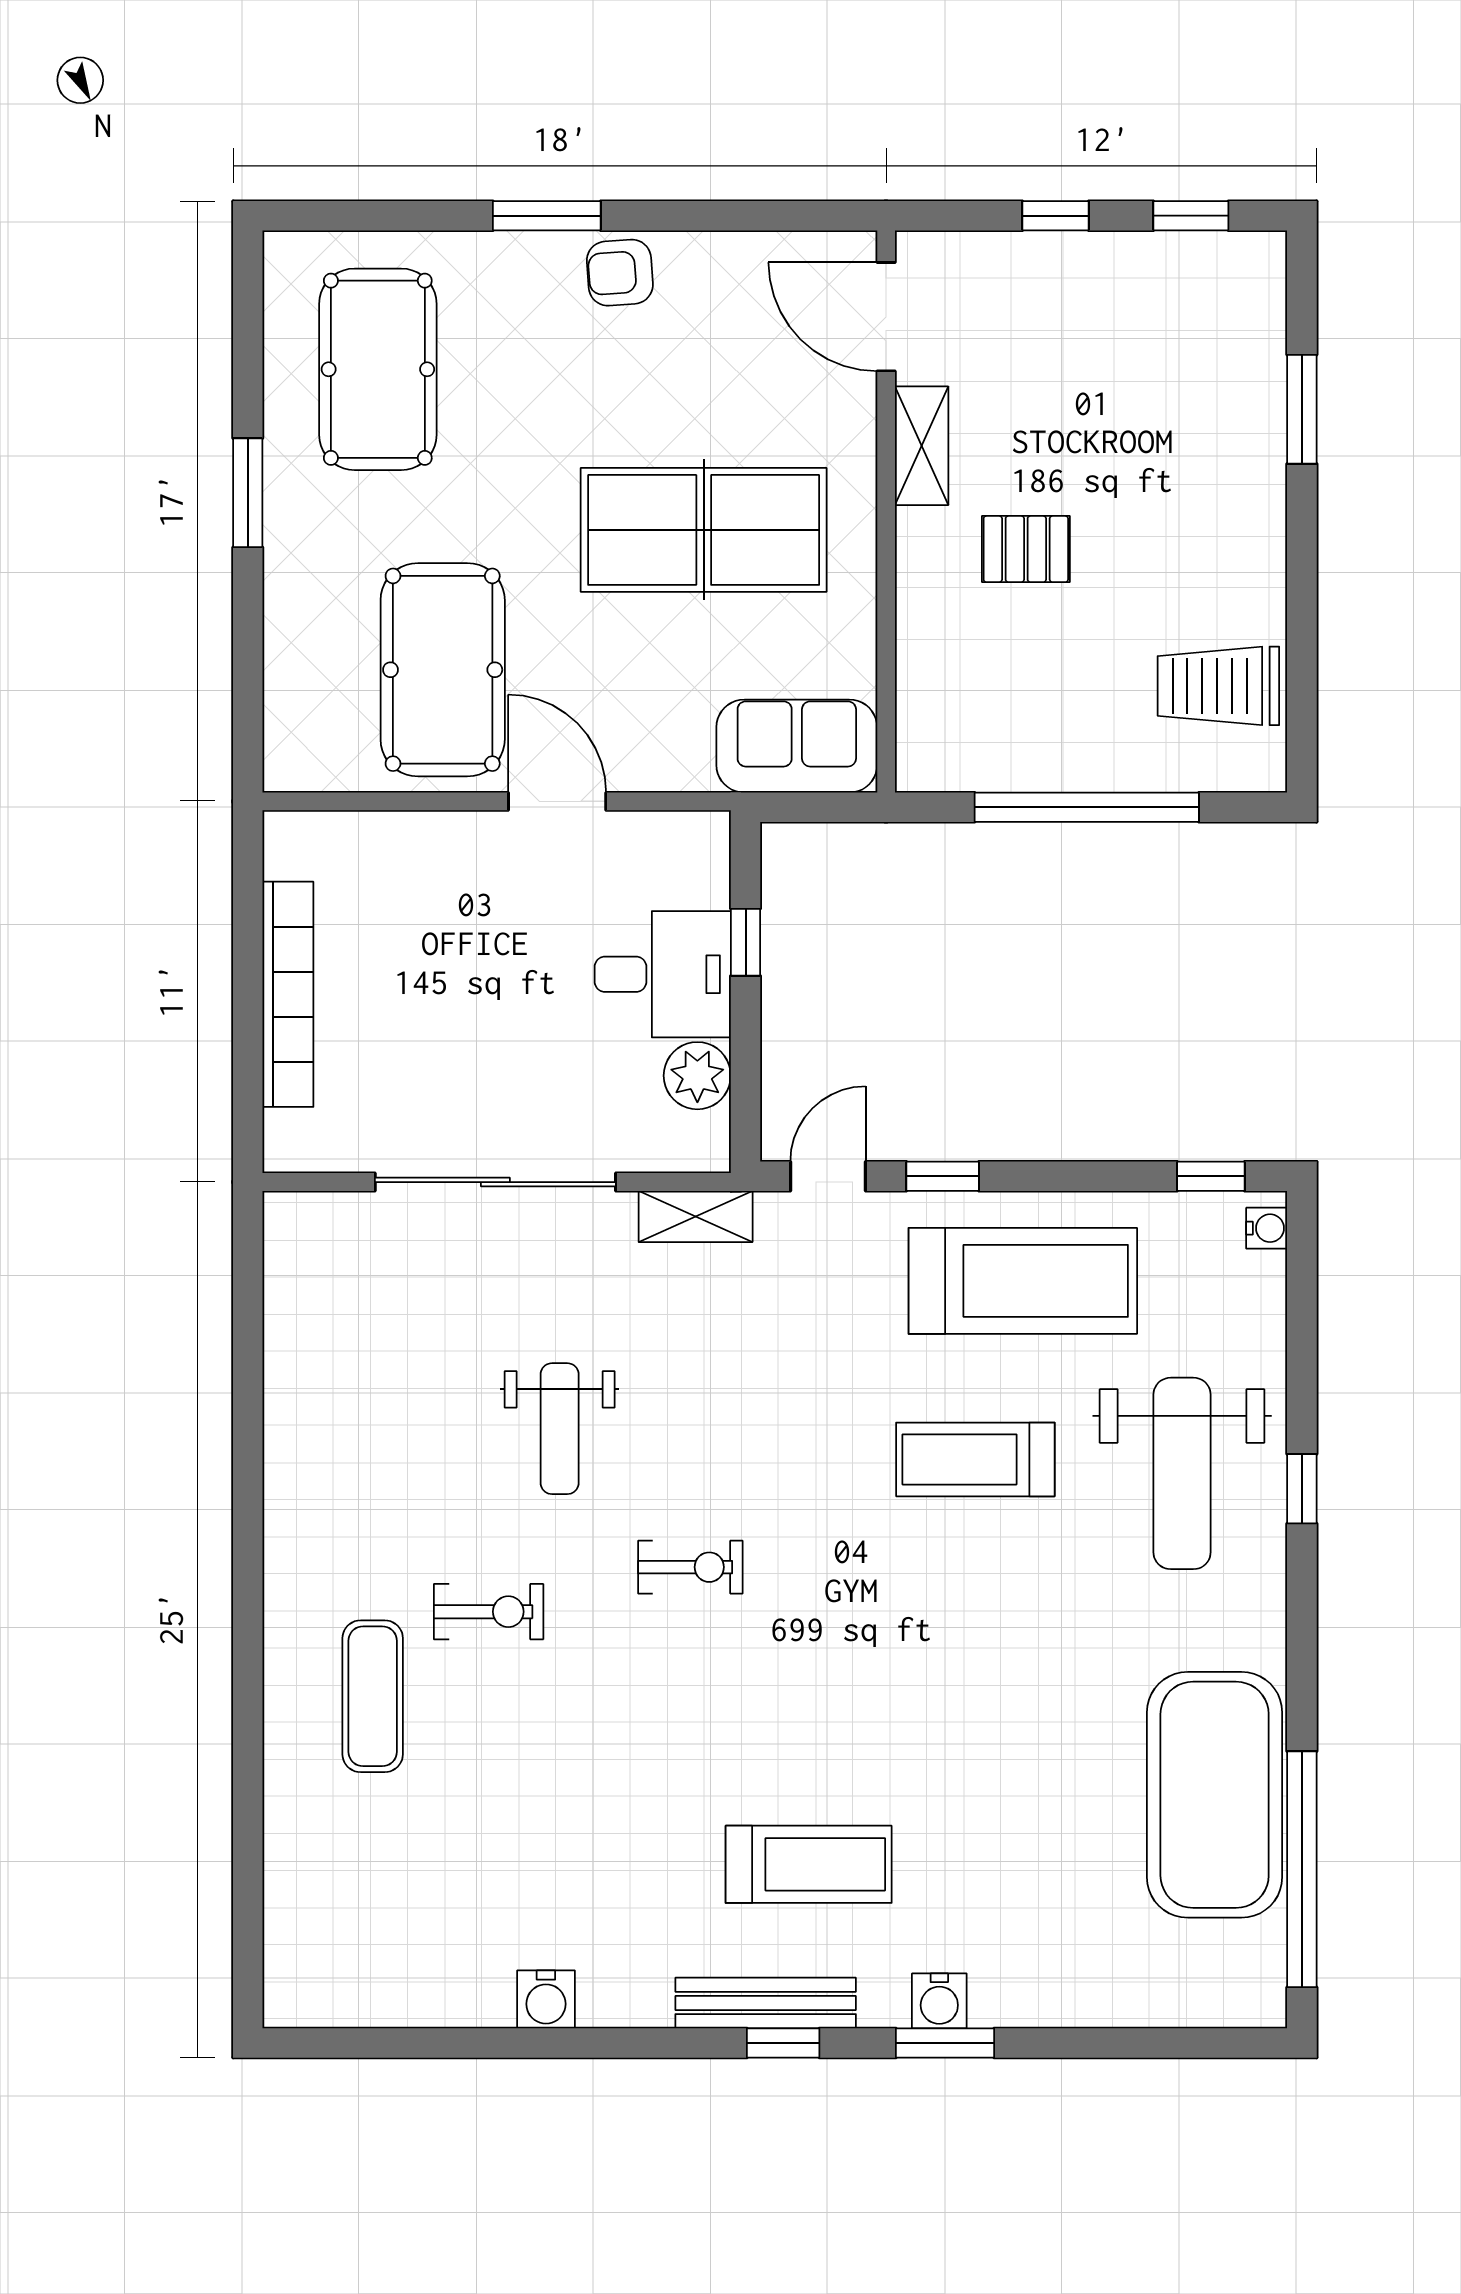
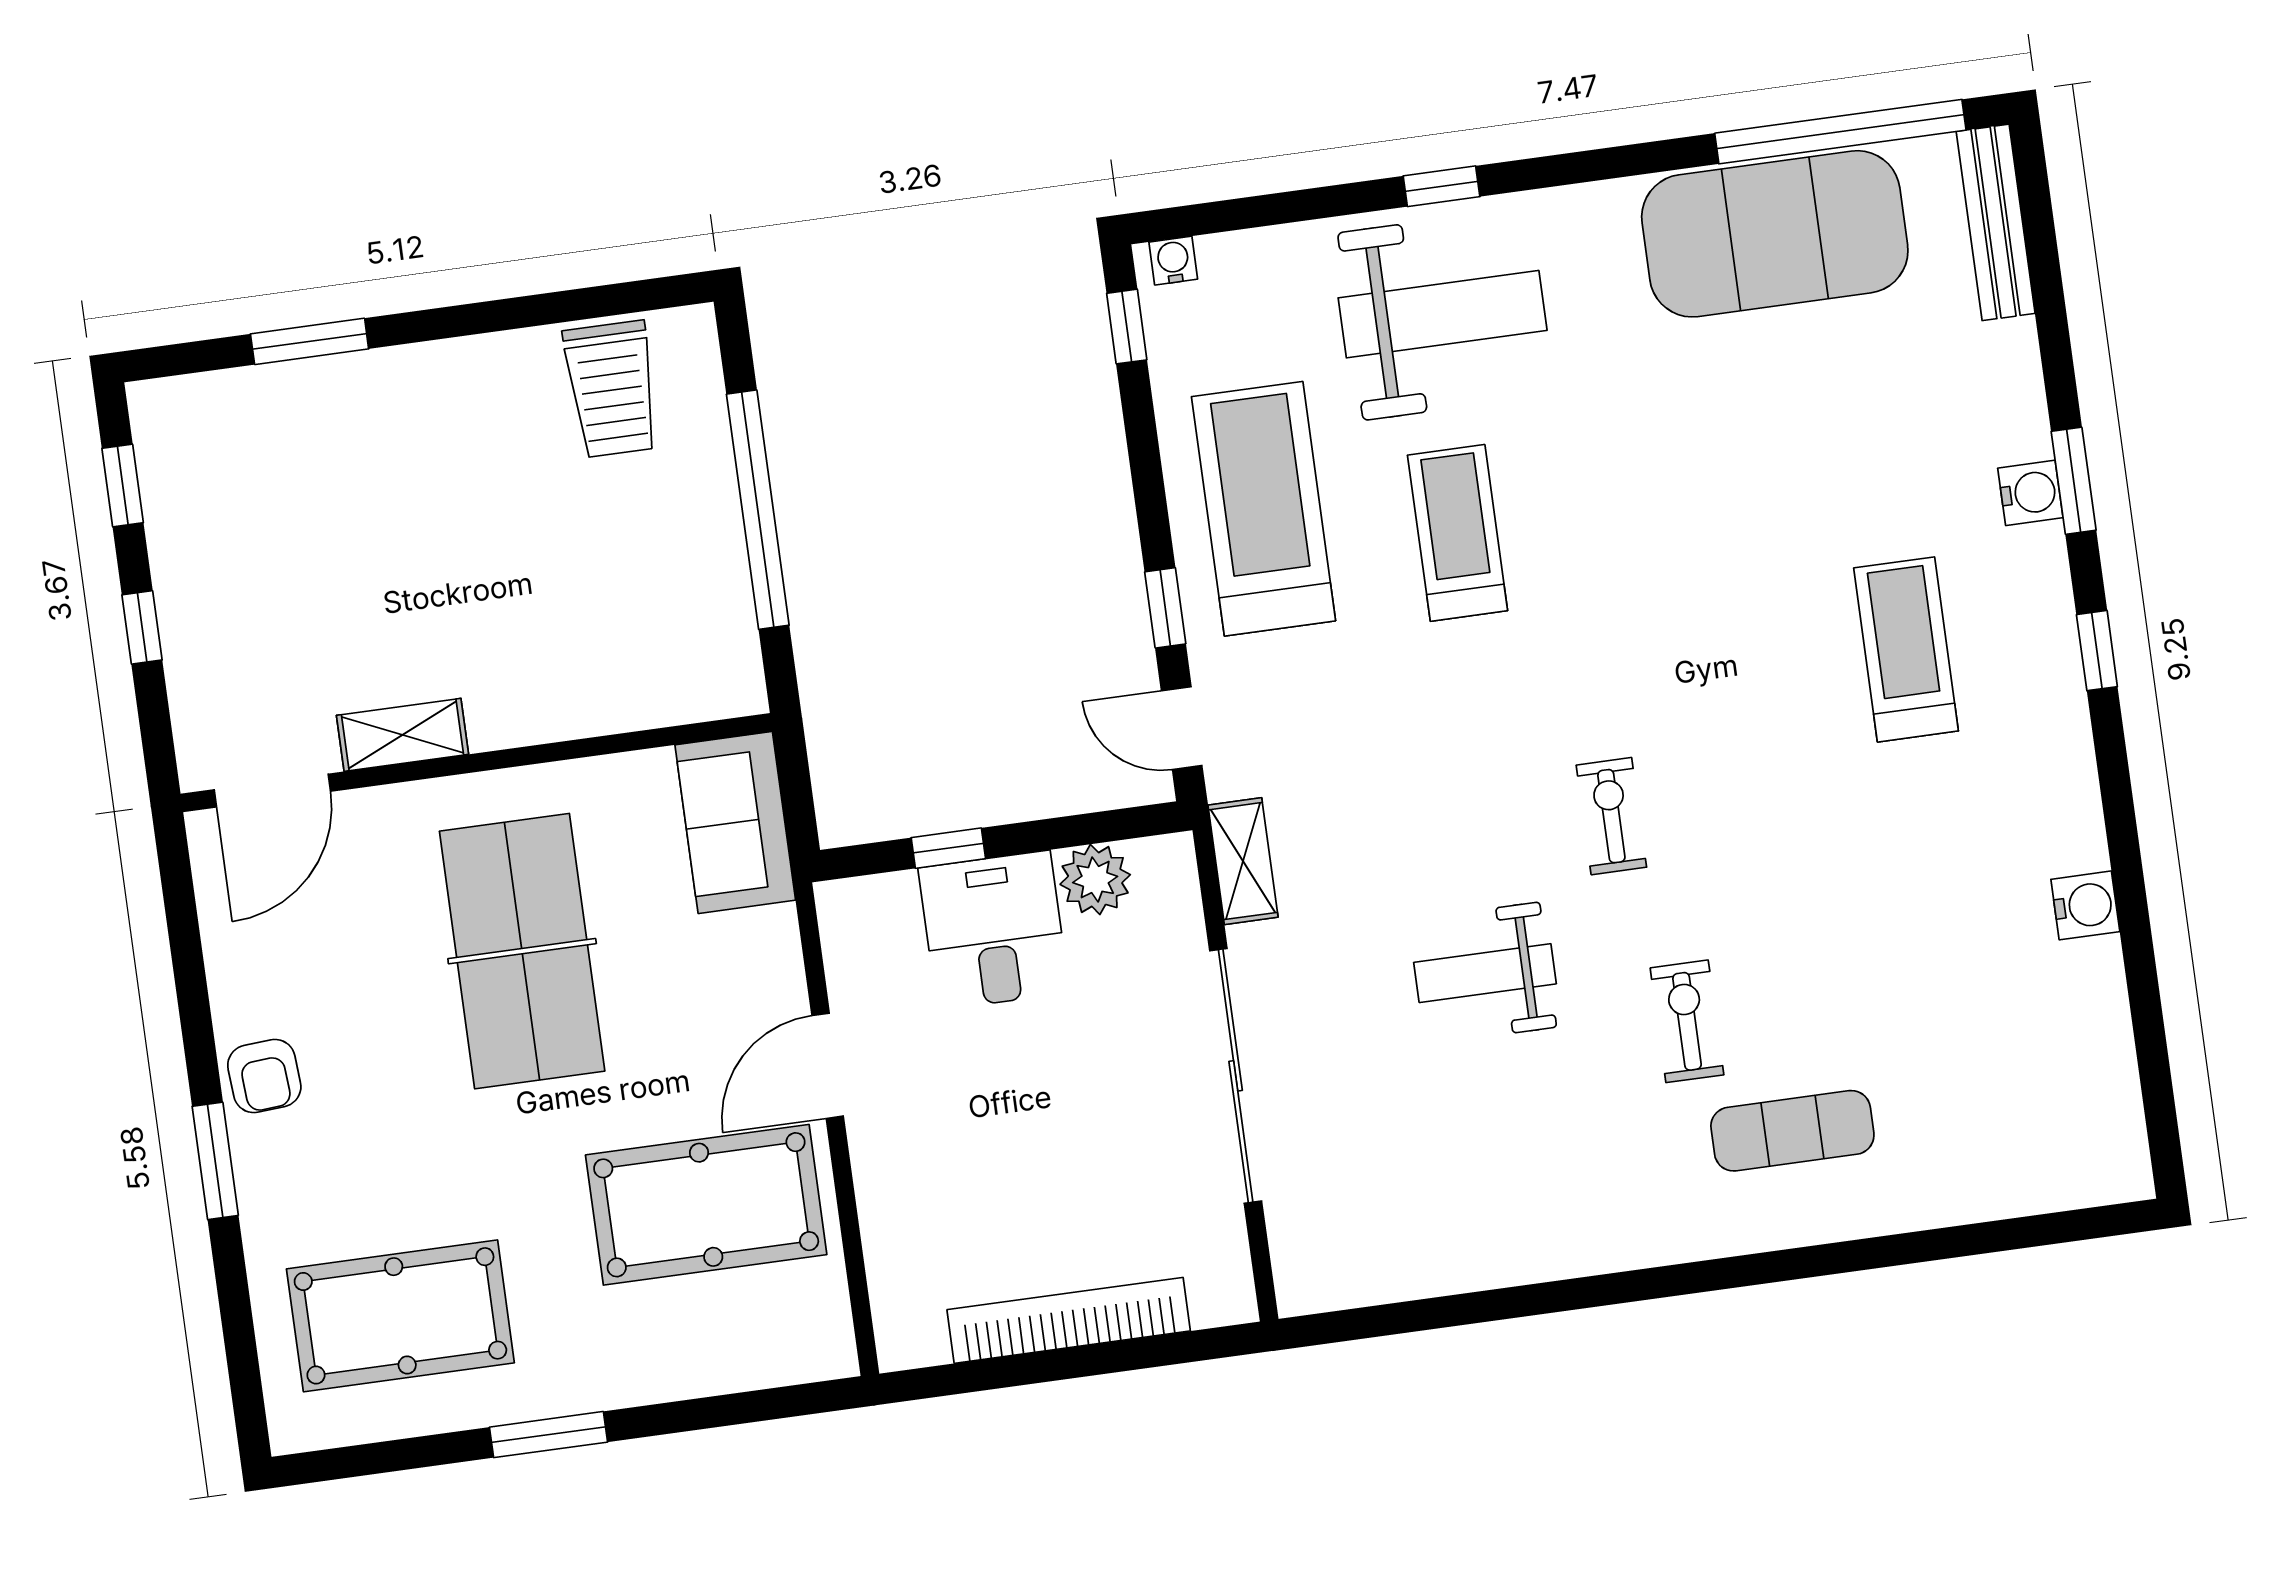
pallet: (1026, 549) -> (496, 611), removed
weight bench: (560, 1429) -> (1485, 973), turned 180
treadmill: (975, 1459) -> (1458, 533), turned 180
bench: (766, 2003) -> (1996, 222), moved

